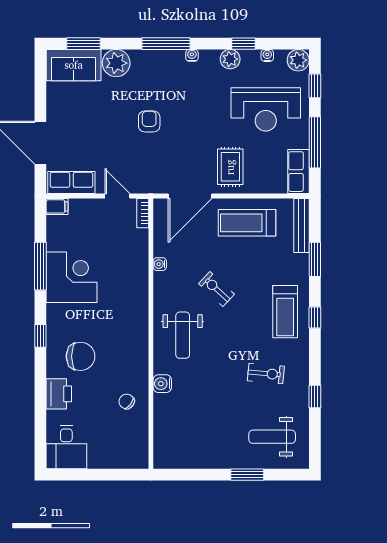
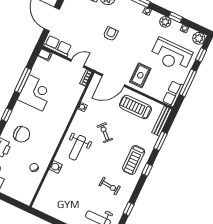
door: (117, 196) -> (77, 63), hinge flipped

